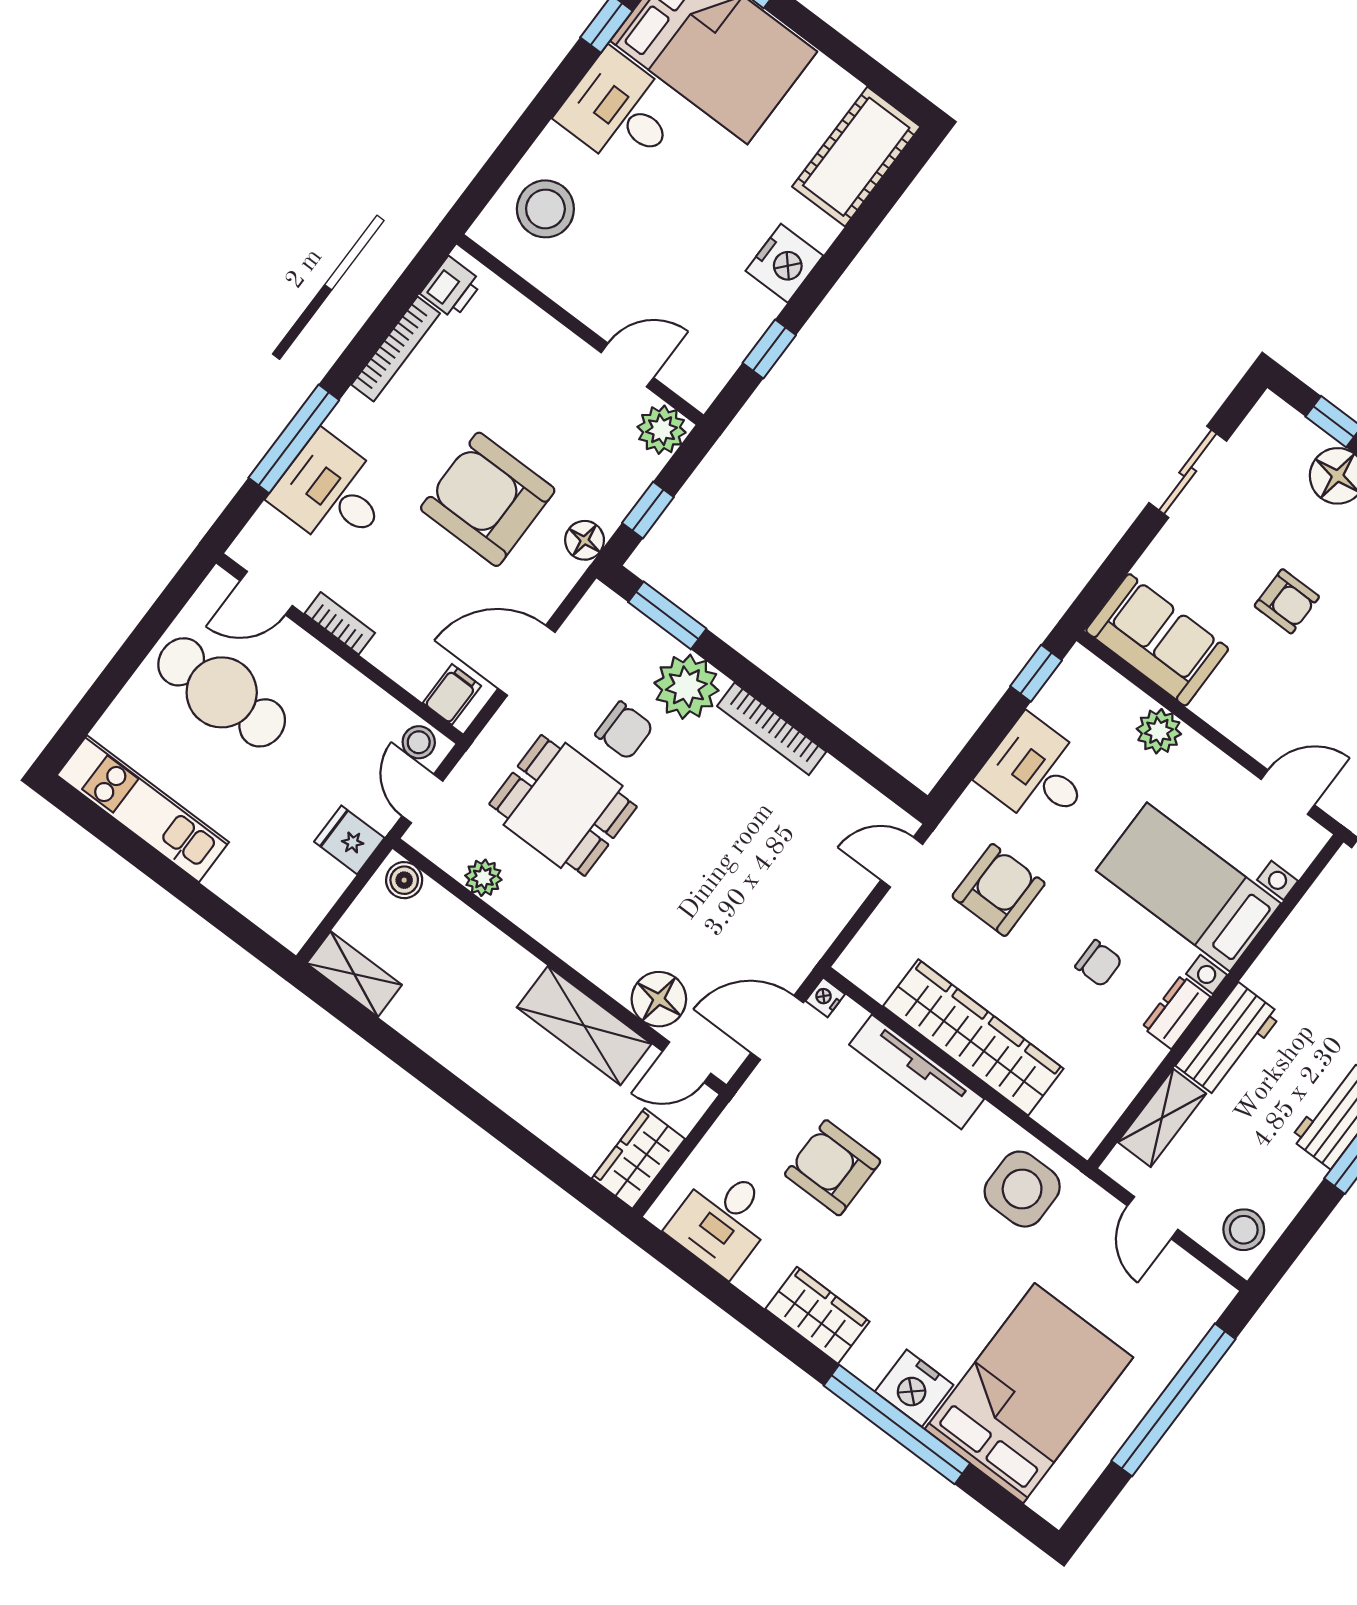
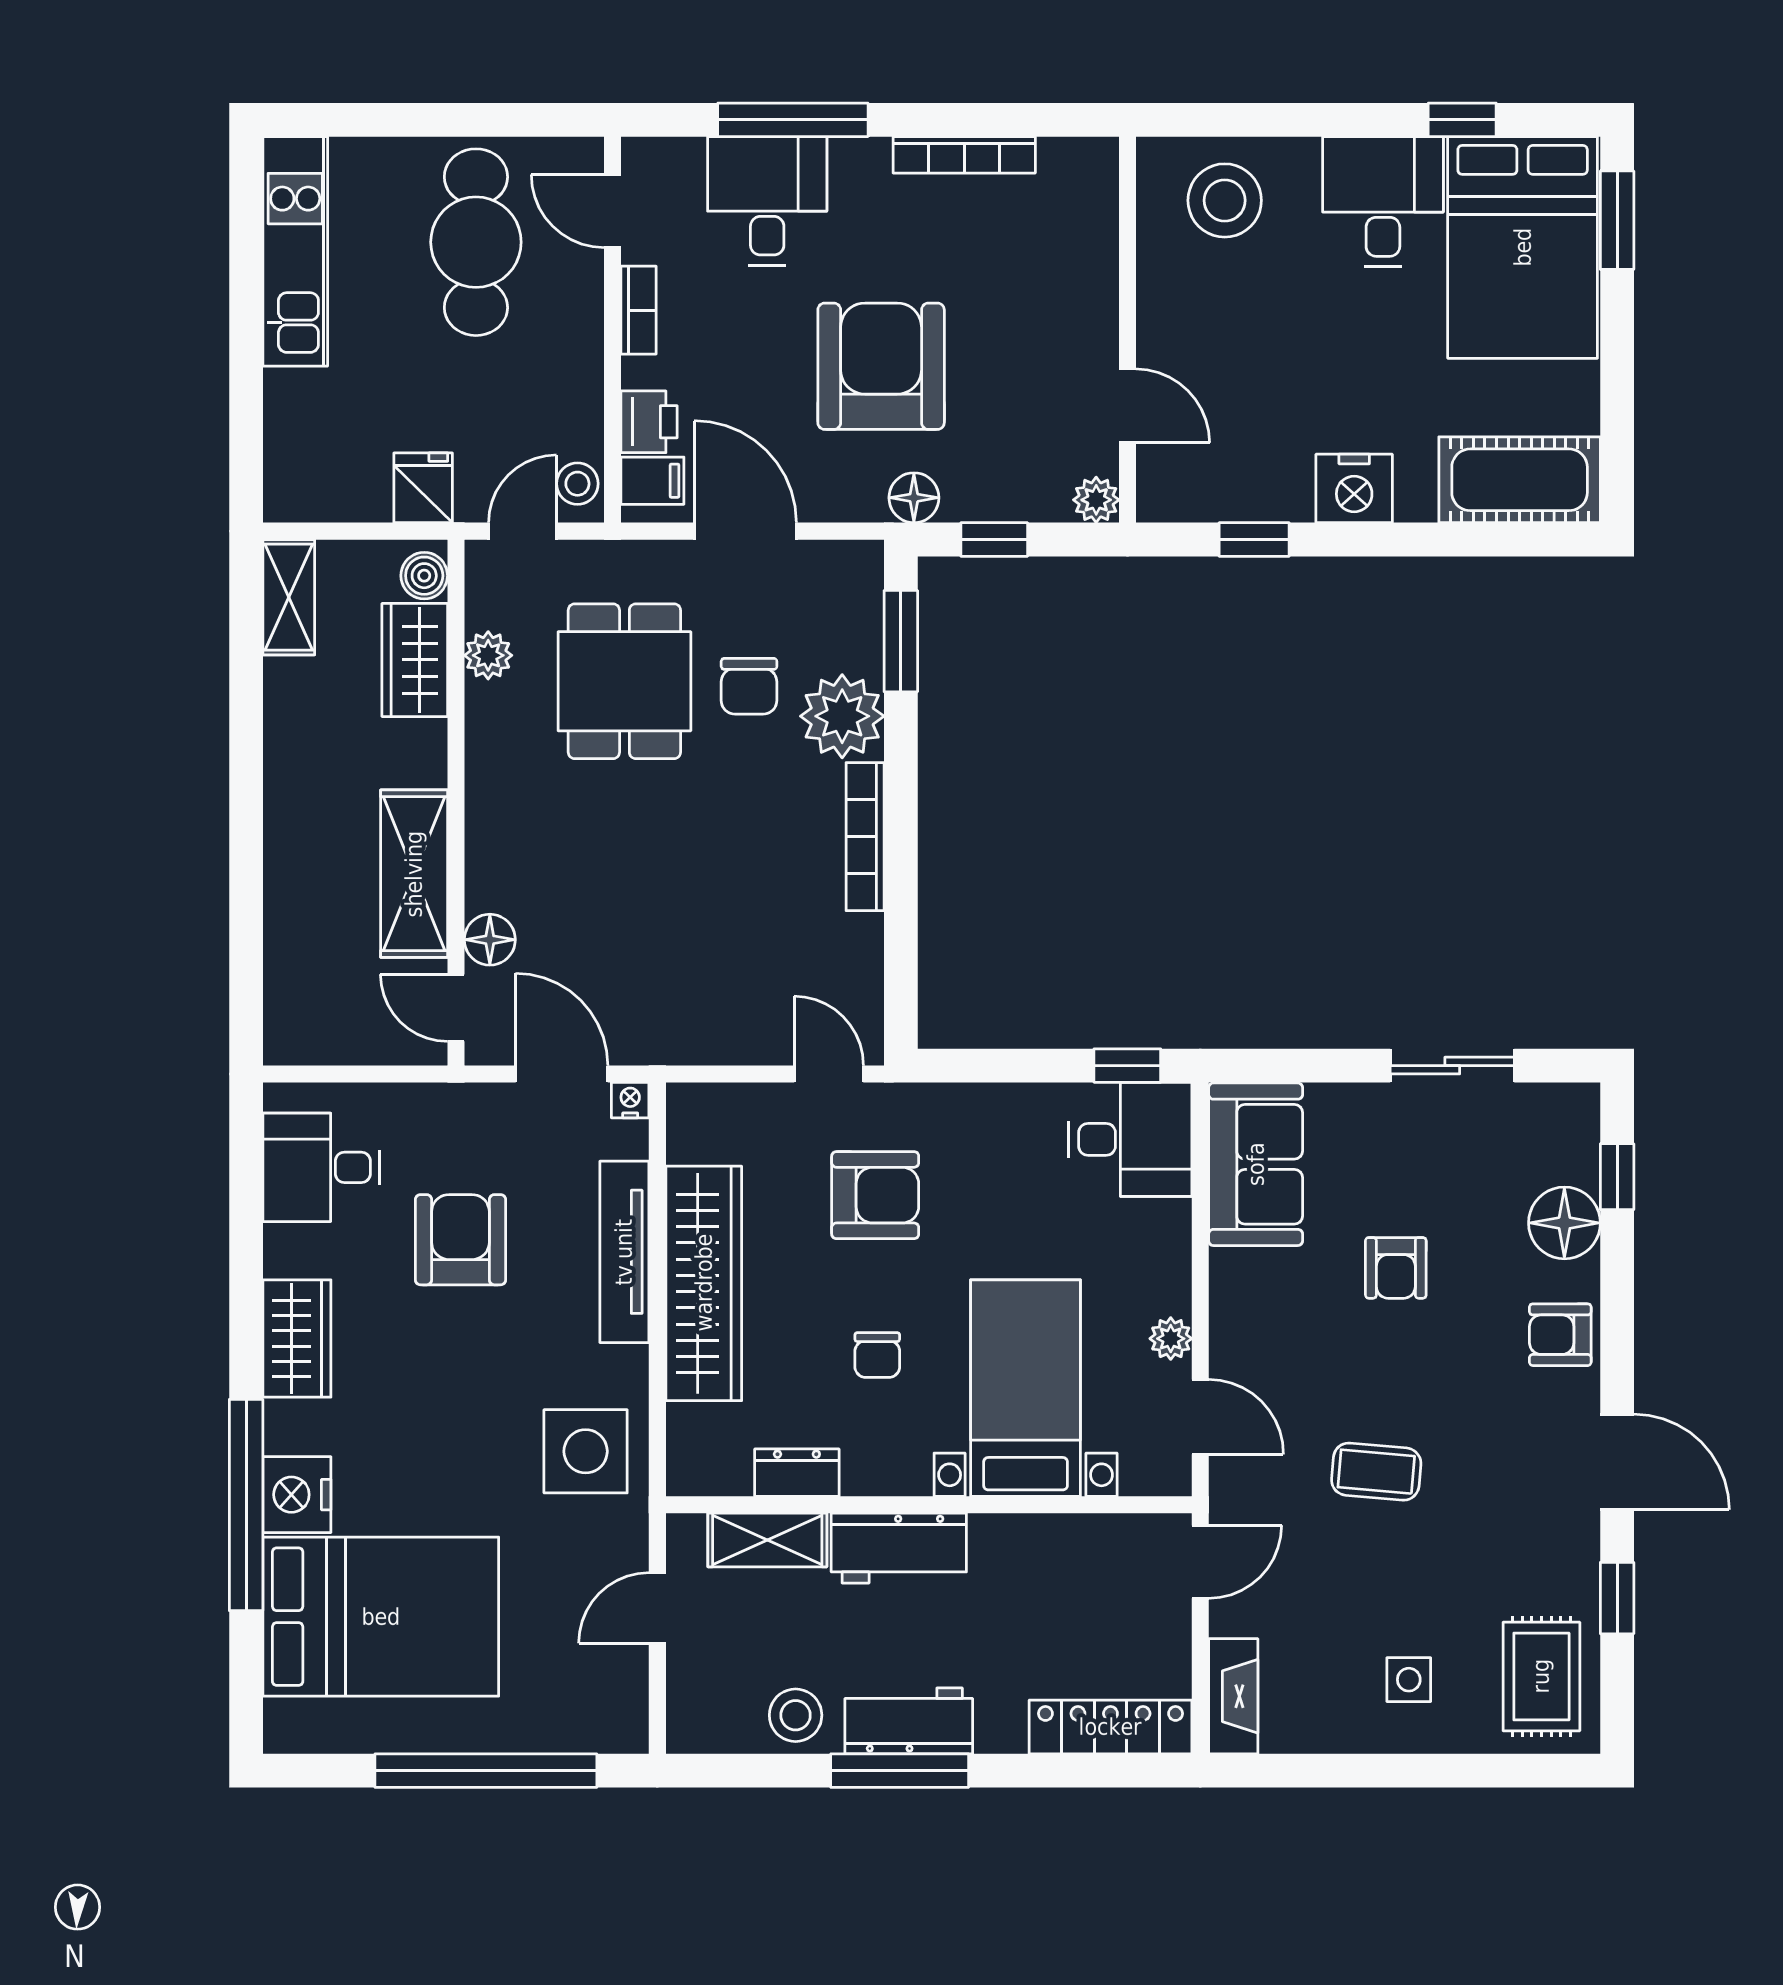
printer: (451, 288) -> (649, 422), moved, turned -90
plant: (662, 430) -> (1096, 500), width x0.73, depth x0.73
plant: (1159, 731) -> (1171, 1339), moved, width x0.73, depth x0.73
desk: (1037, 773) -> (1130, 1139), moved, turned 90
floor lamp: (659, 999) -> (490, 940), width x0.73, depth x0.73
dresser: (1176, 1012) -> (797, 1473), moved
wardrobe: (638, 1159) -> (415, 660), moved, turned -90
stool: (1244, 1230) -> (796, 1715), moved

